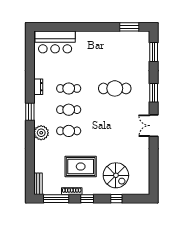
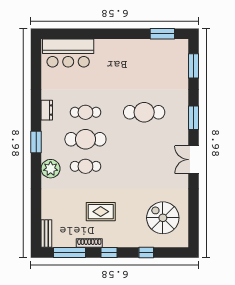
cafe table: (69, 110) -> (85, 139), width x1.37, depth x1.35
rug: (81, 167) -> (101, 212), width x0.73, depth x0.70
spiral stairs: (116, 175) -> (163, 218), moved, turned 180

